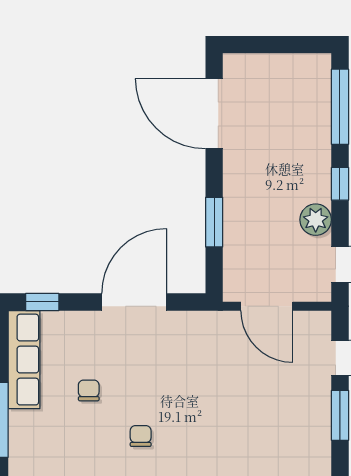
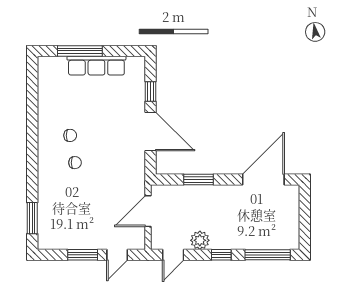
window: (42, 302) -> (151, 91), moved
row of seats: (24, 360) -> (96, 66), moved
chair: (89, 390) -> (75, 163), moved

